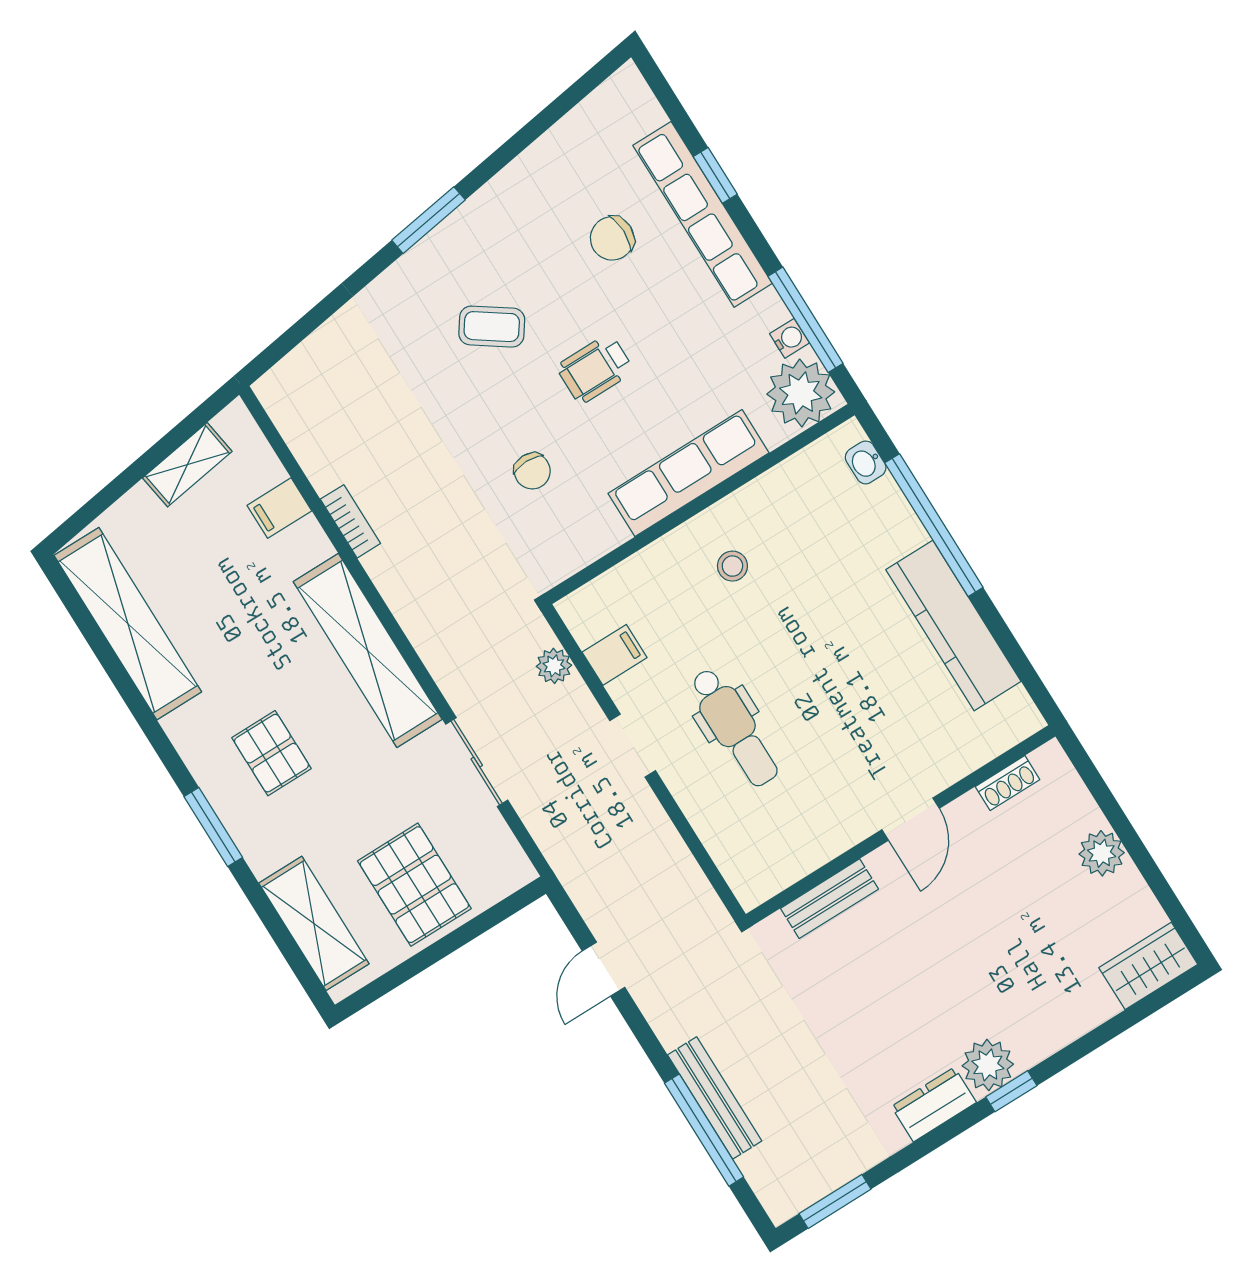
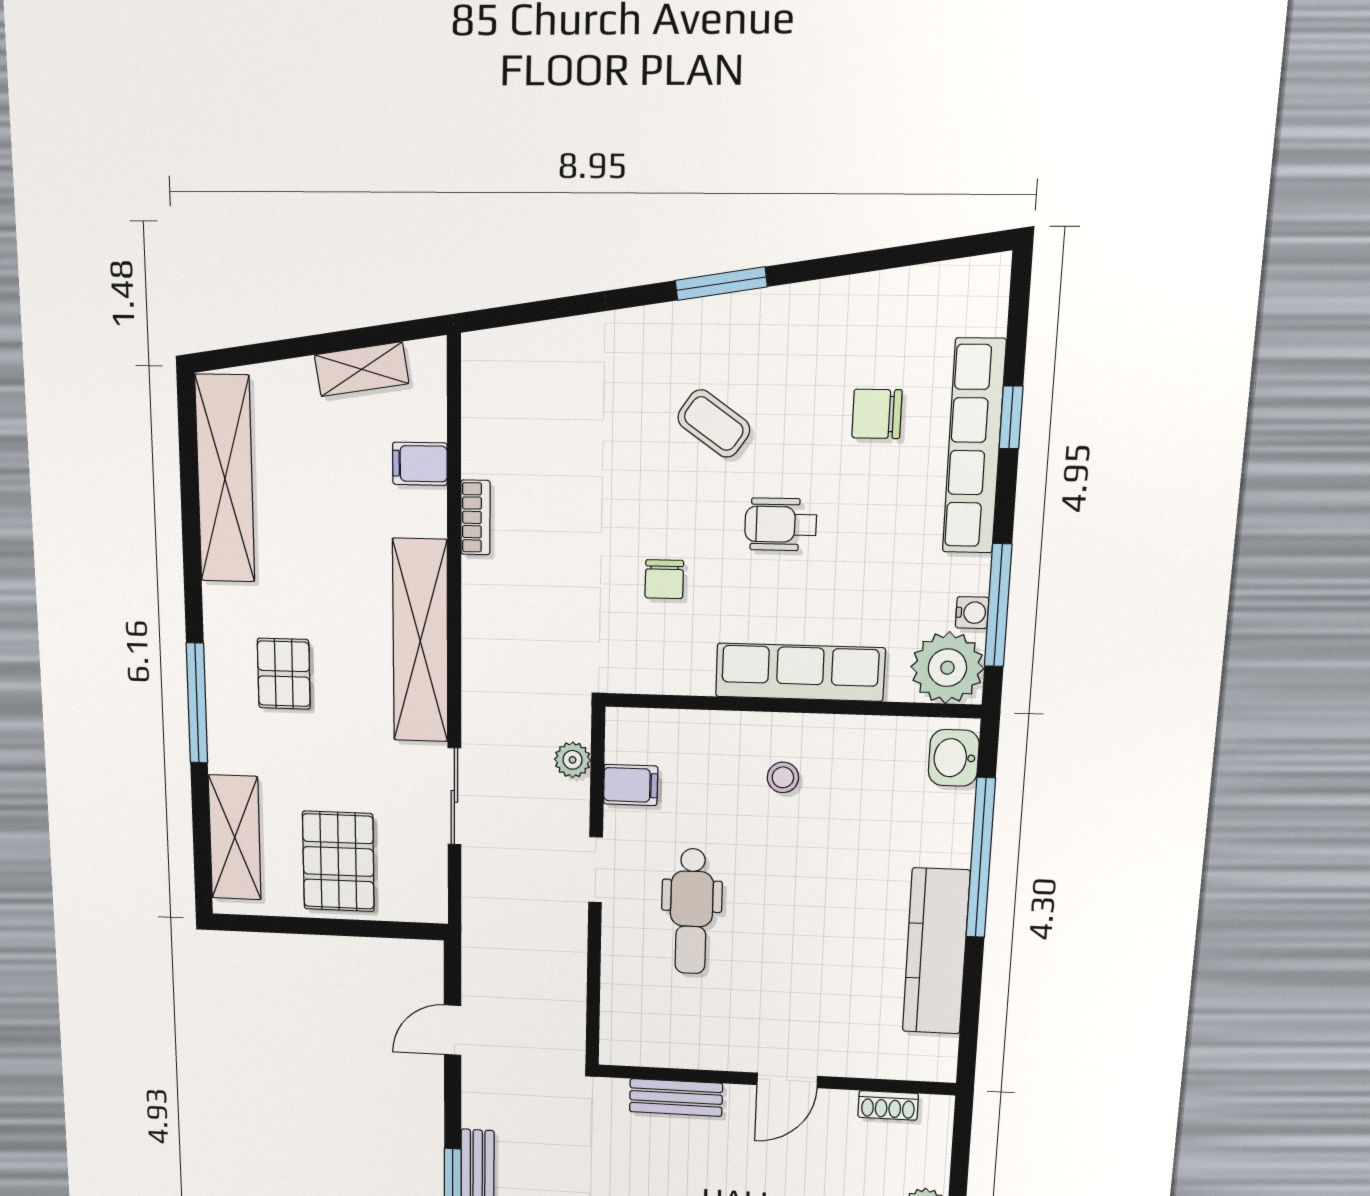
washbasin: (866, 462) -> (954, 758), width x1.38, depth x1.45
window: (213, 827) -> (197, 703), width x1.44

